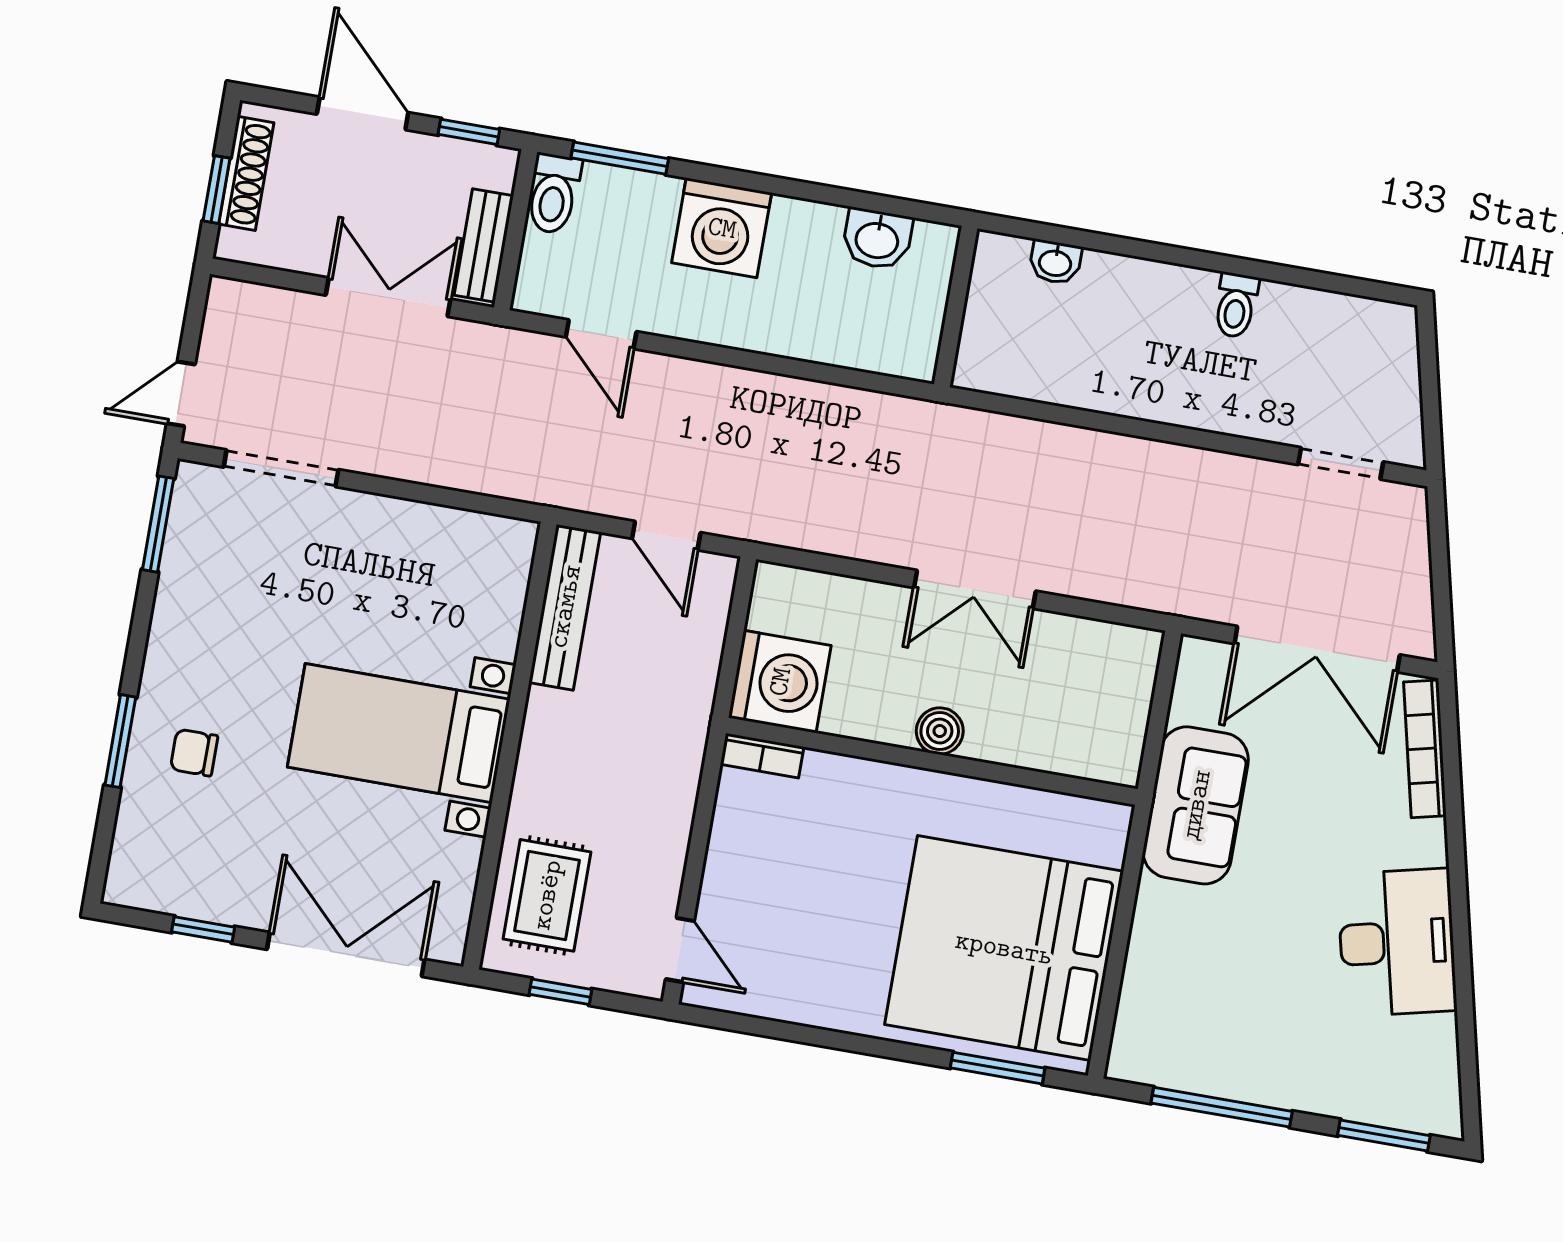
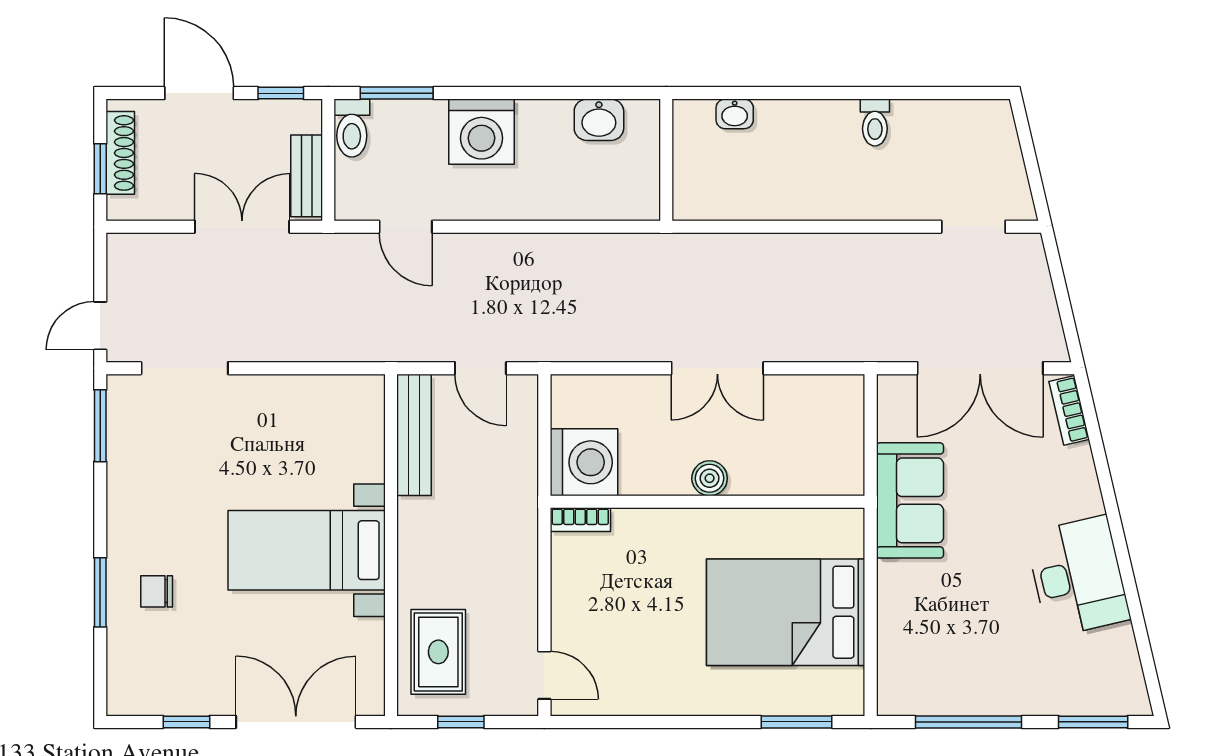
bookcase: (1425, 749) -> (1069, 410), width x0.64
bed: (1004, 948) -> (786, 612), width x0.73

